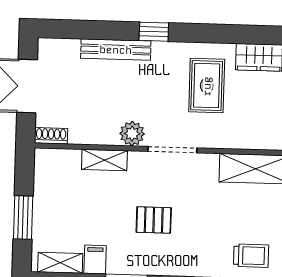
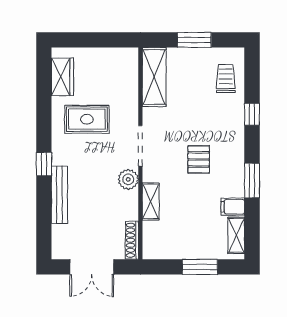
shoe rack: (51, 136) -> (132, 240), width x1.43

